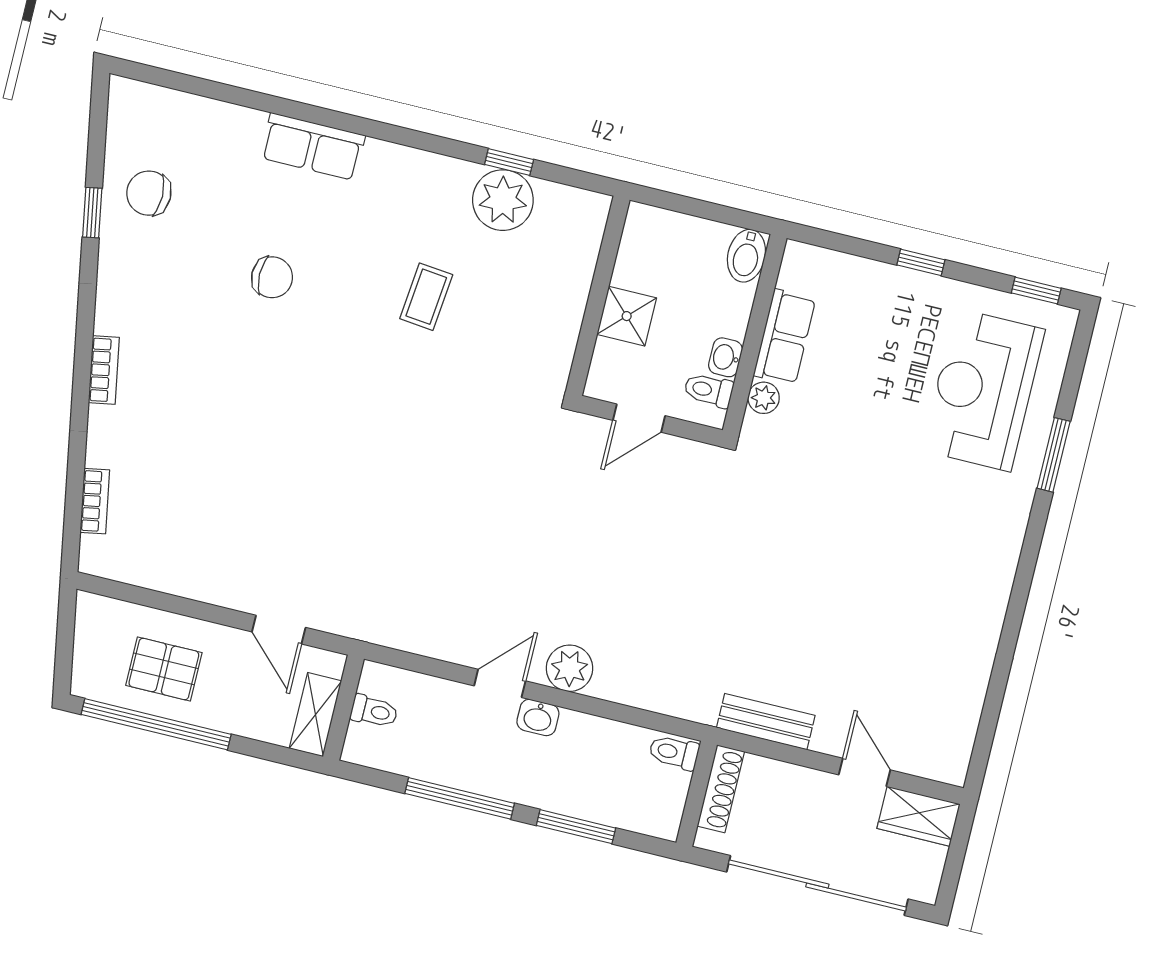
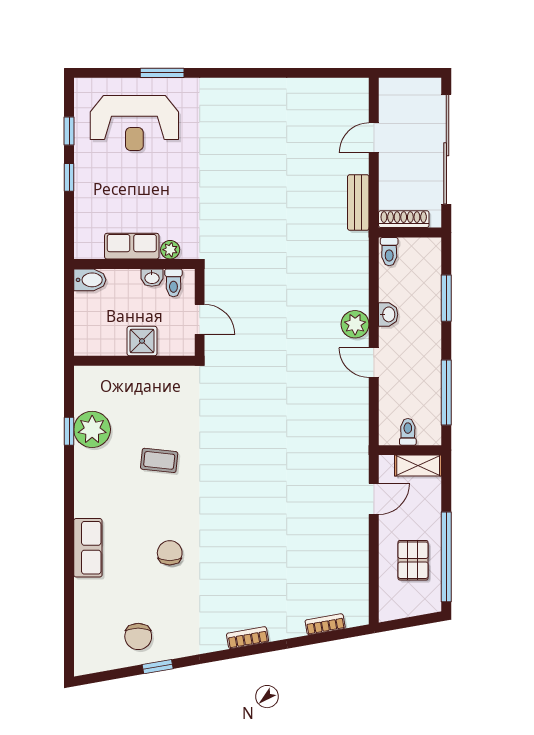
window: (1036, 291) -> (69, 131), moved
washbasin: (538, 717) -> (388, 314), moved
window: (460, 798) -> (446, 392), moved
wardrobe: (918, 816) -> (392, 100), removed

